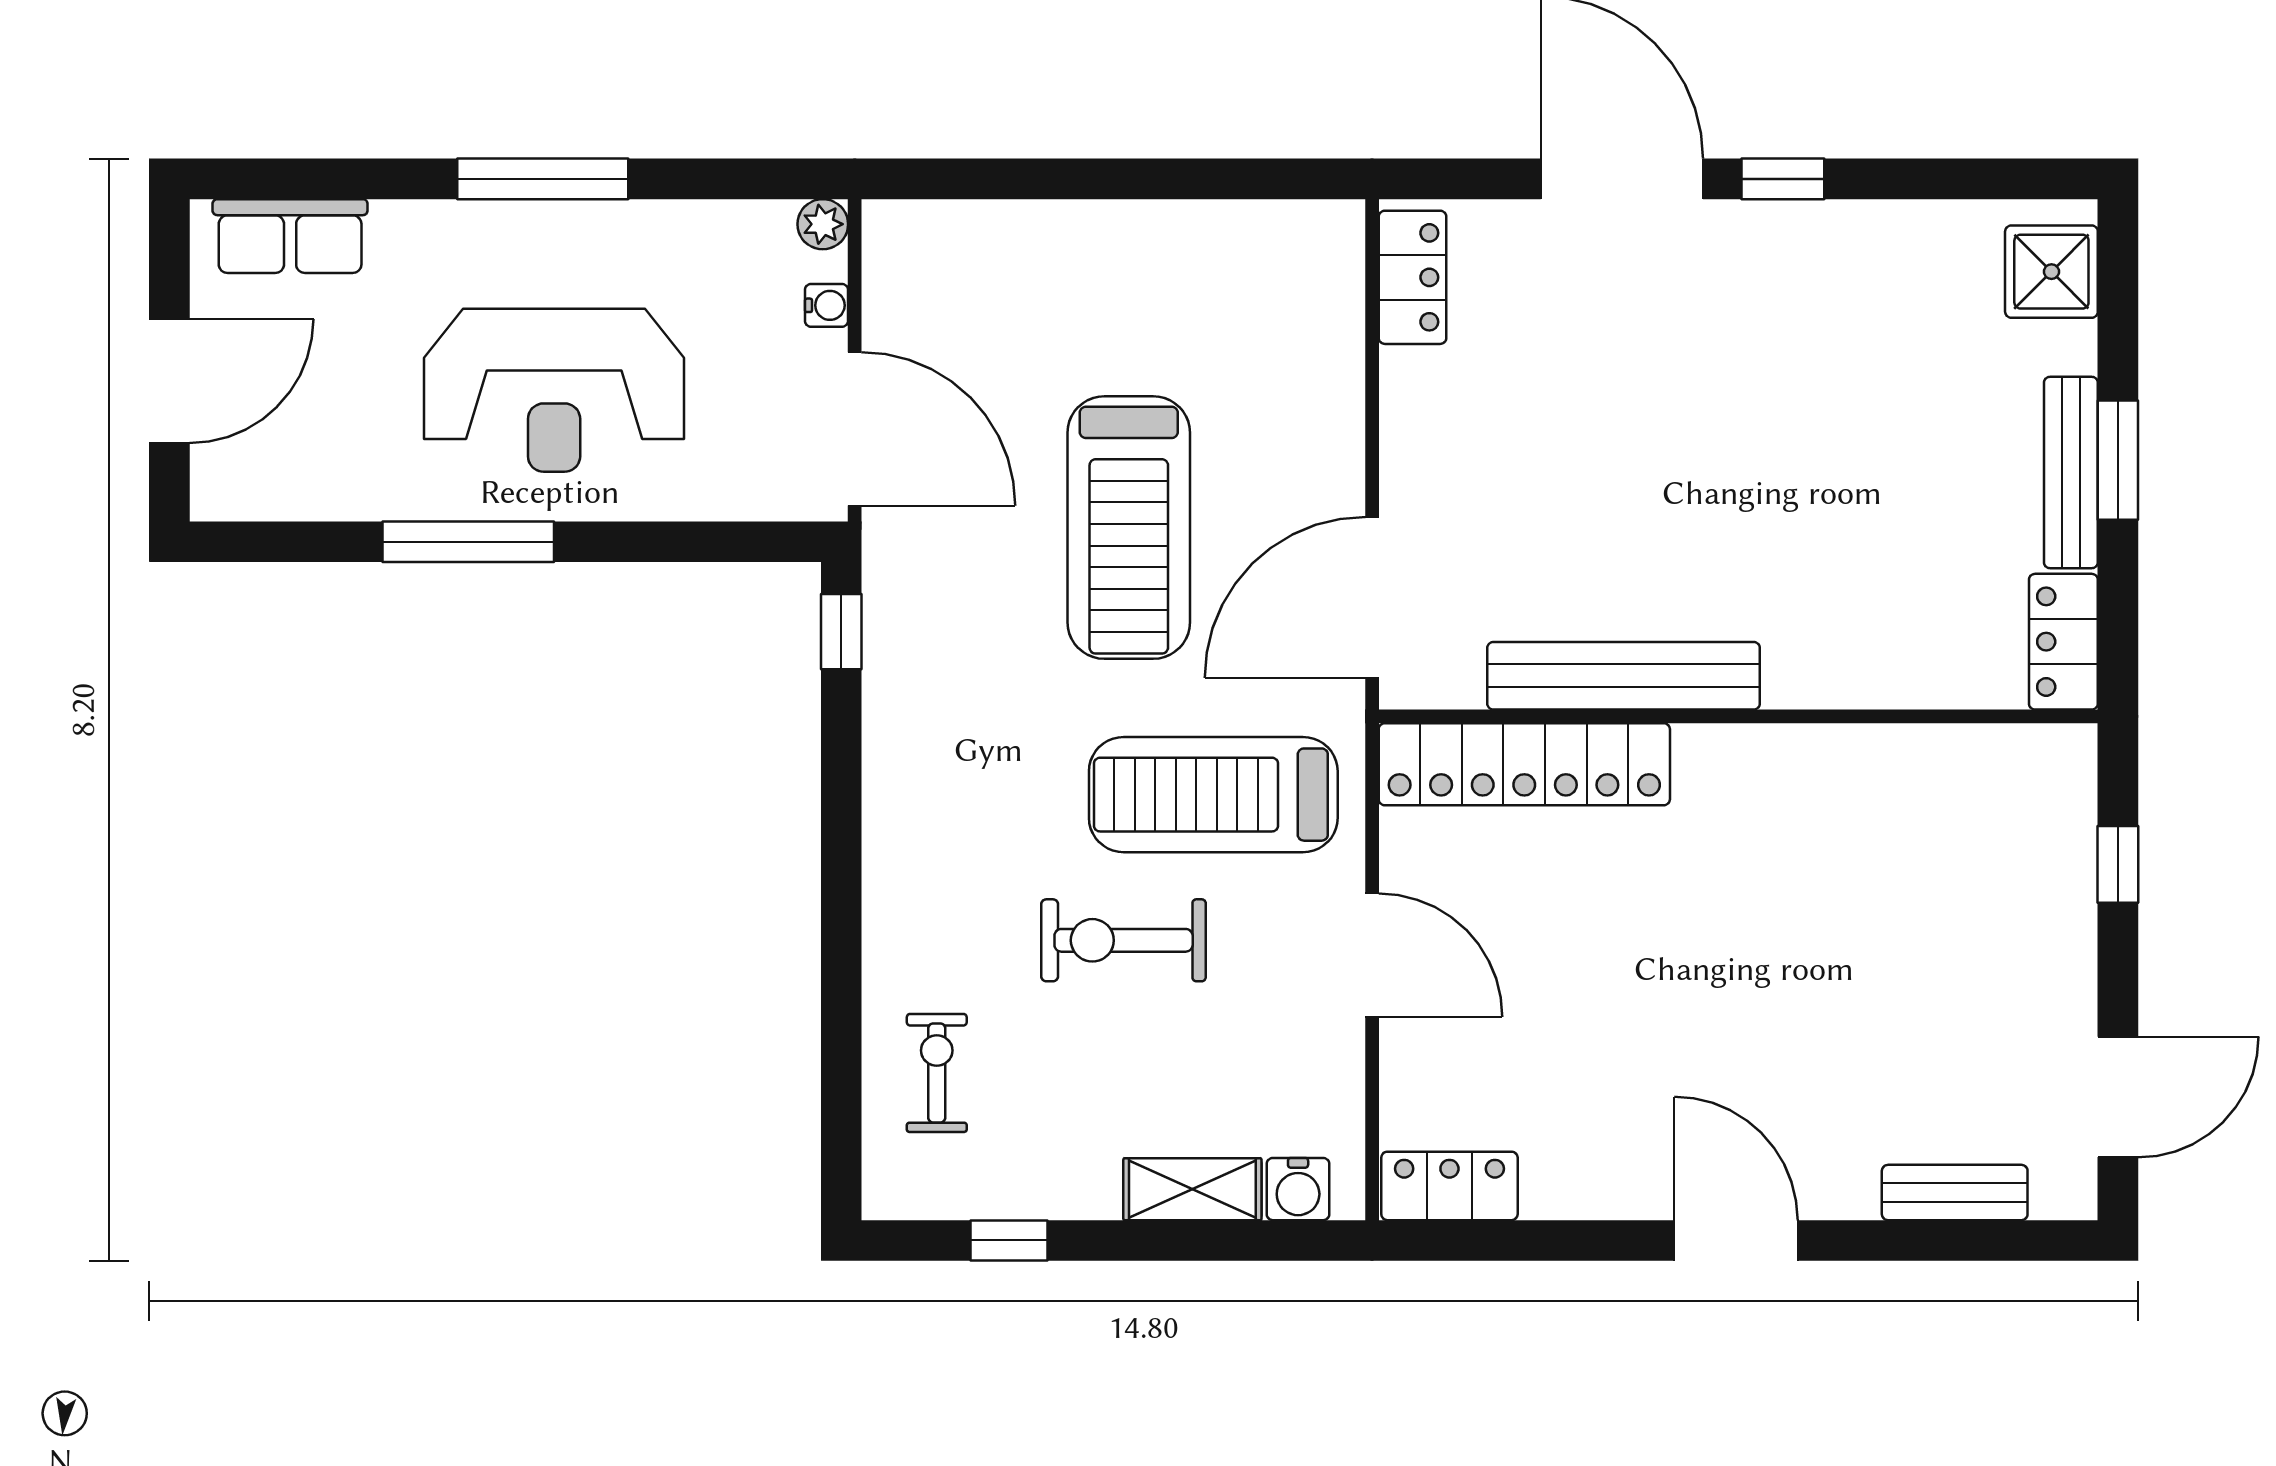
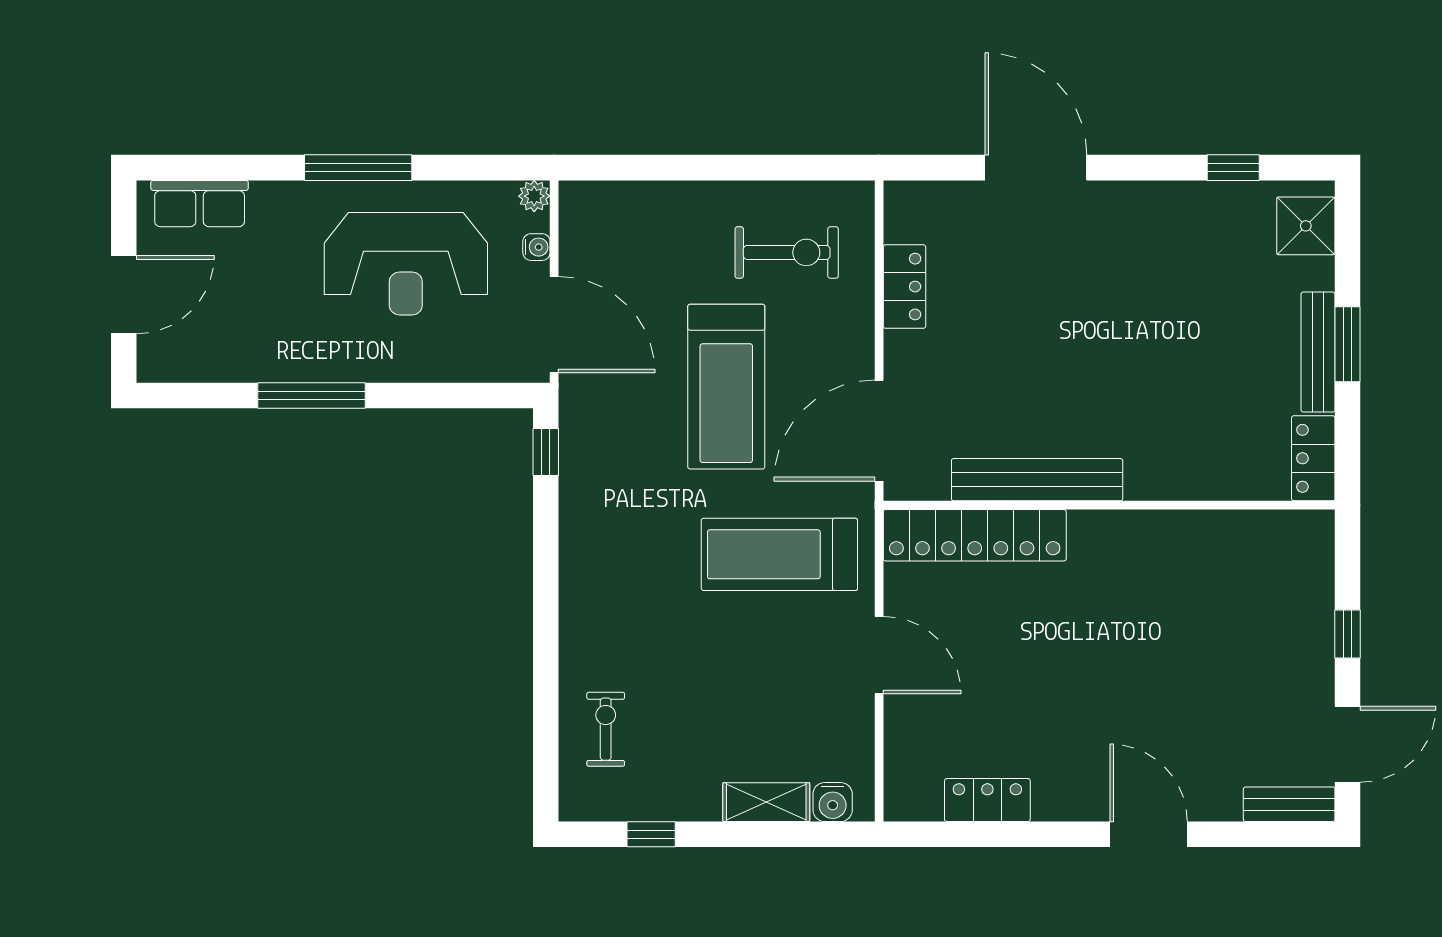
window: (1783, 179) -> (1233, 168), moved
locker: (1412, 277) -> (904, 287), moved
reception desk: (554, 390) -> (406, 264), moved
window: (2118, 864) -> (1348, 634), moved
exercise bike: (1124, 940) -> (787, 252), moved, turned 180
locker: (1449, 1186) -> (987, 800), moved
bench: (1955, 1193) -> (1289, 804), moved
door: (1736, 1240) -> (1149, 834), moved

